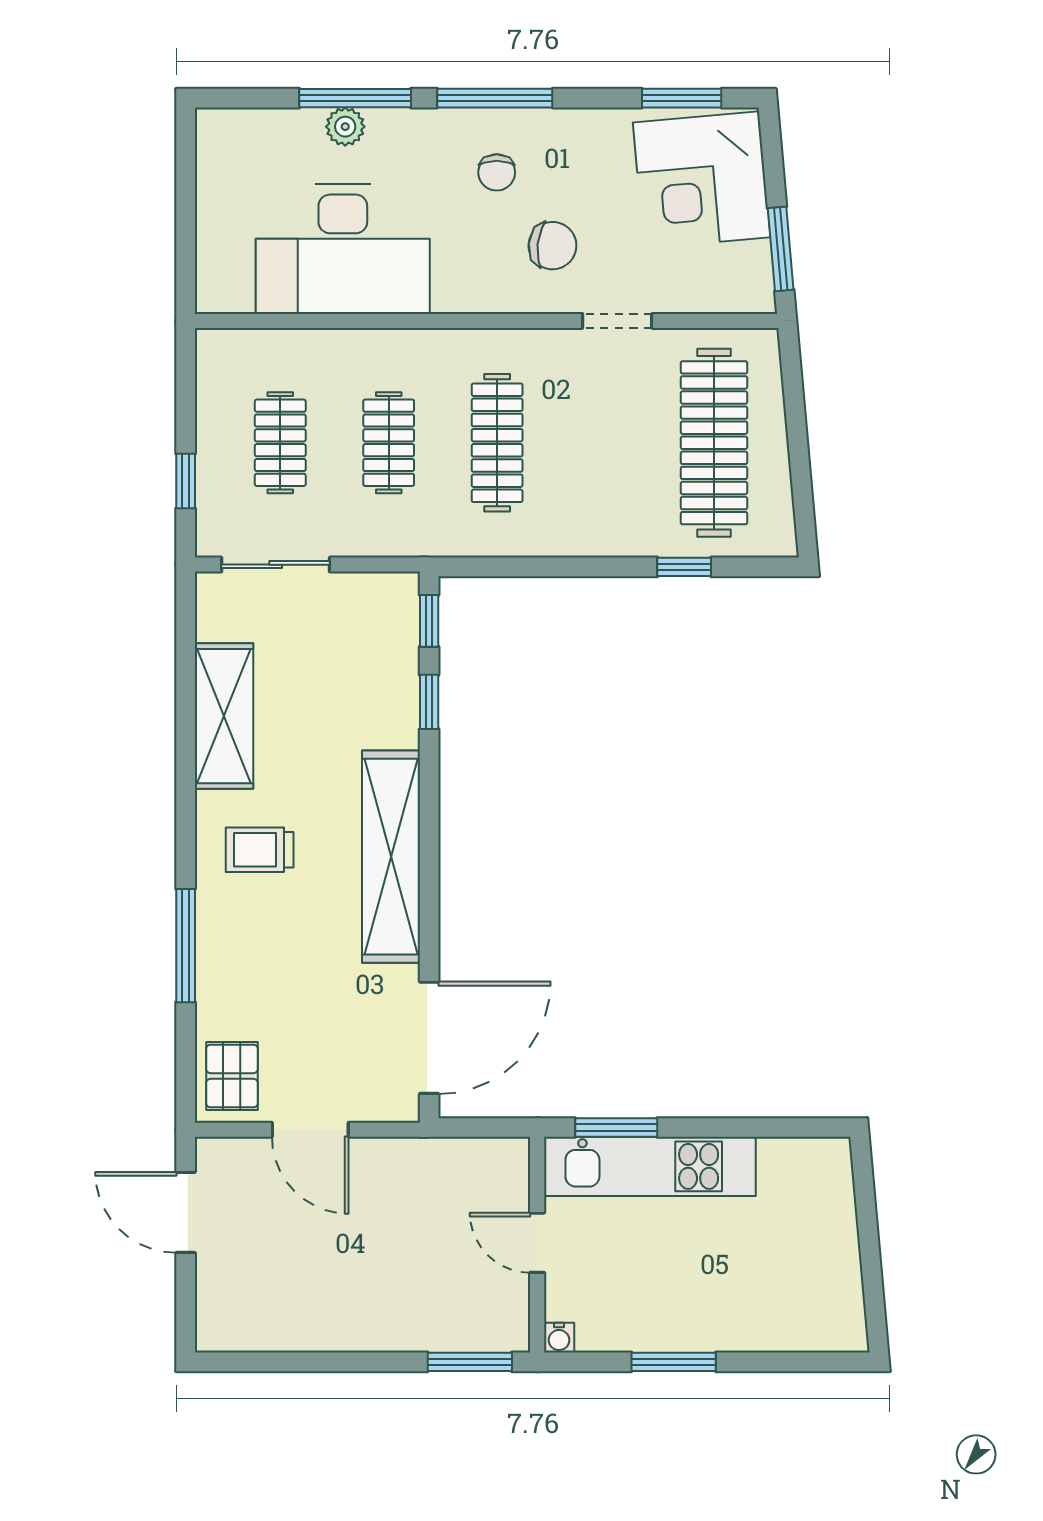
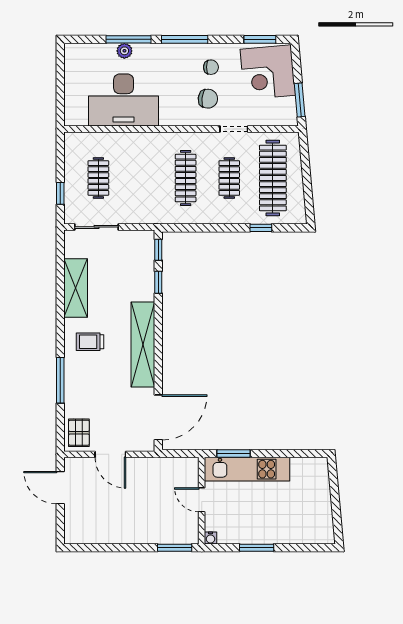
chair: (497, 172) -> (211, 67), moved, turned -90
clothes rail: (389, 443) -> (229, 178), moved

